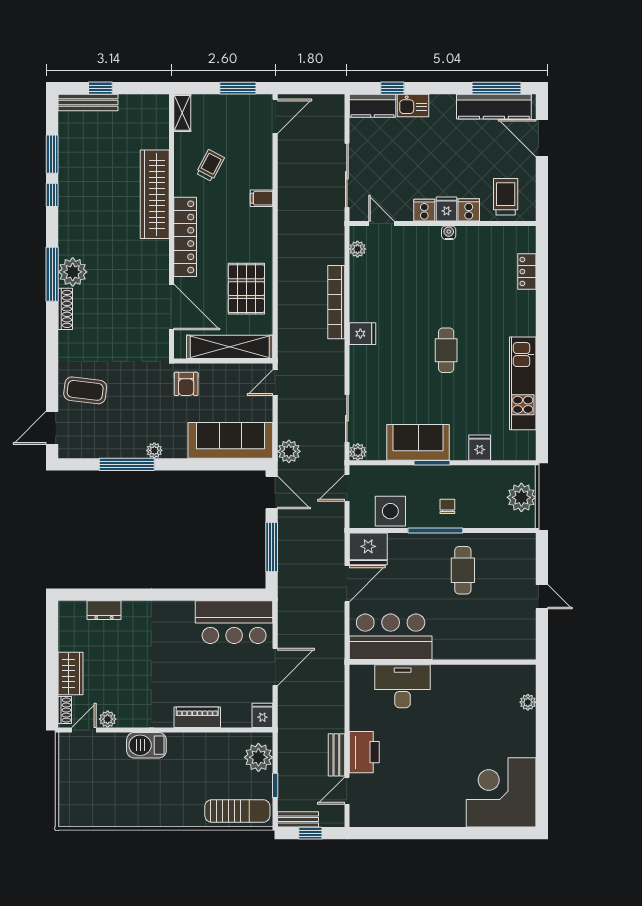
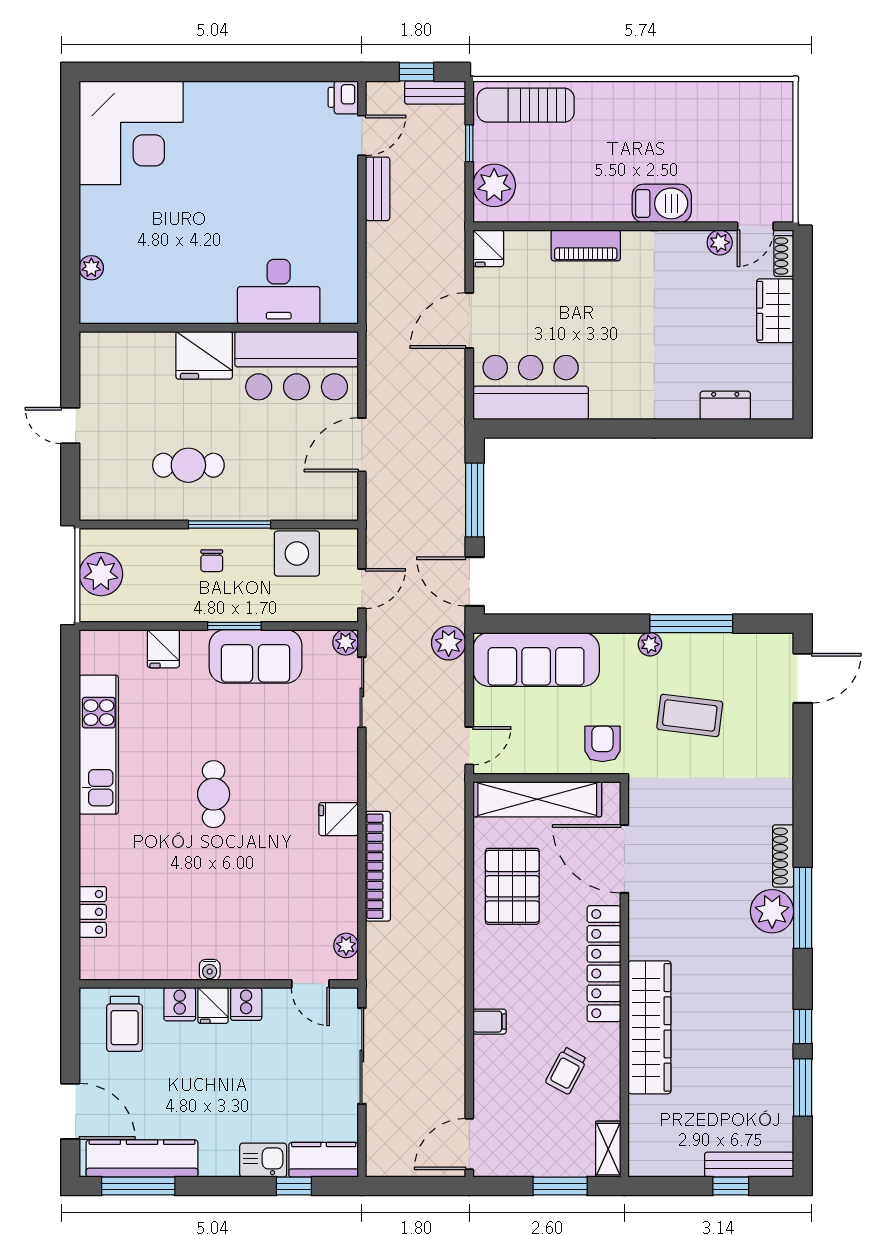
window: (238, 88) -> (560, 1186), moved
coffee table: (85, 390) -> (690, 715), moved
fridge: (368, 549) -> (204, 355), moved, turned 180
cafe table: (463, 570) -> (188, 465), turned 90
printer: (364, 752) -> (343, 97), moved, width x0.53, depth x0.68

